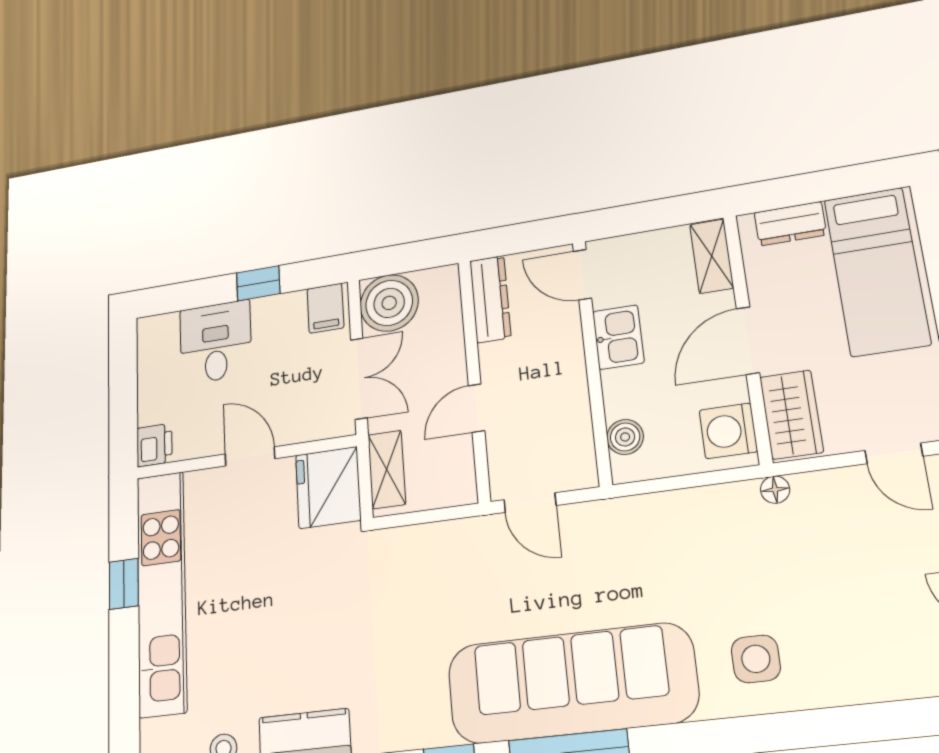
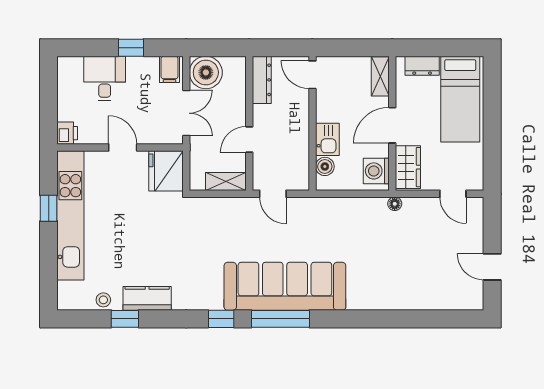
kitchen sink: (618, 337) -> (327, 139), moved
shelving: (387, 469) -> (226, 181), moved, turned 90
side table: (756, 659) -> (374, 284), removed

